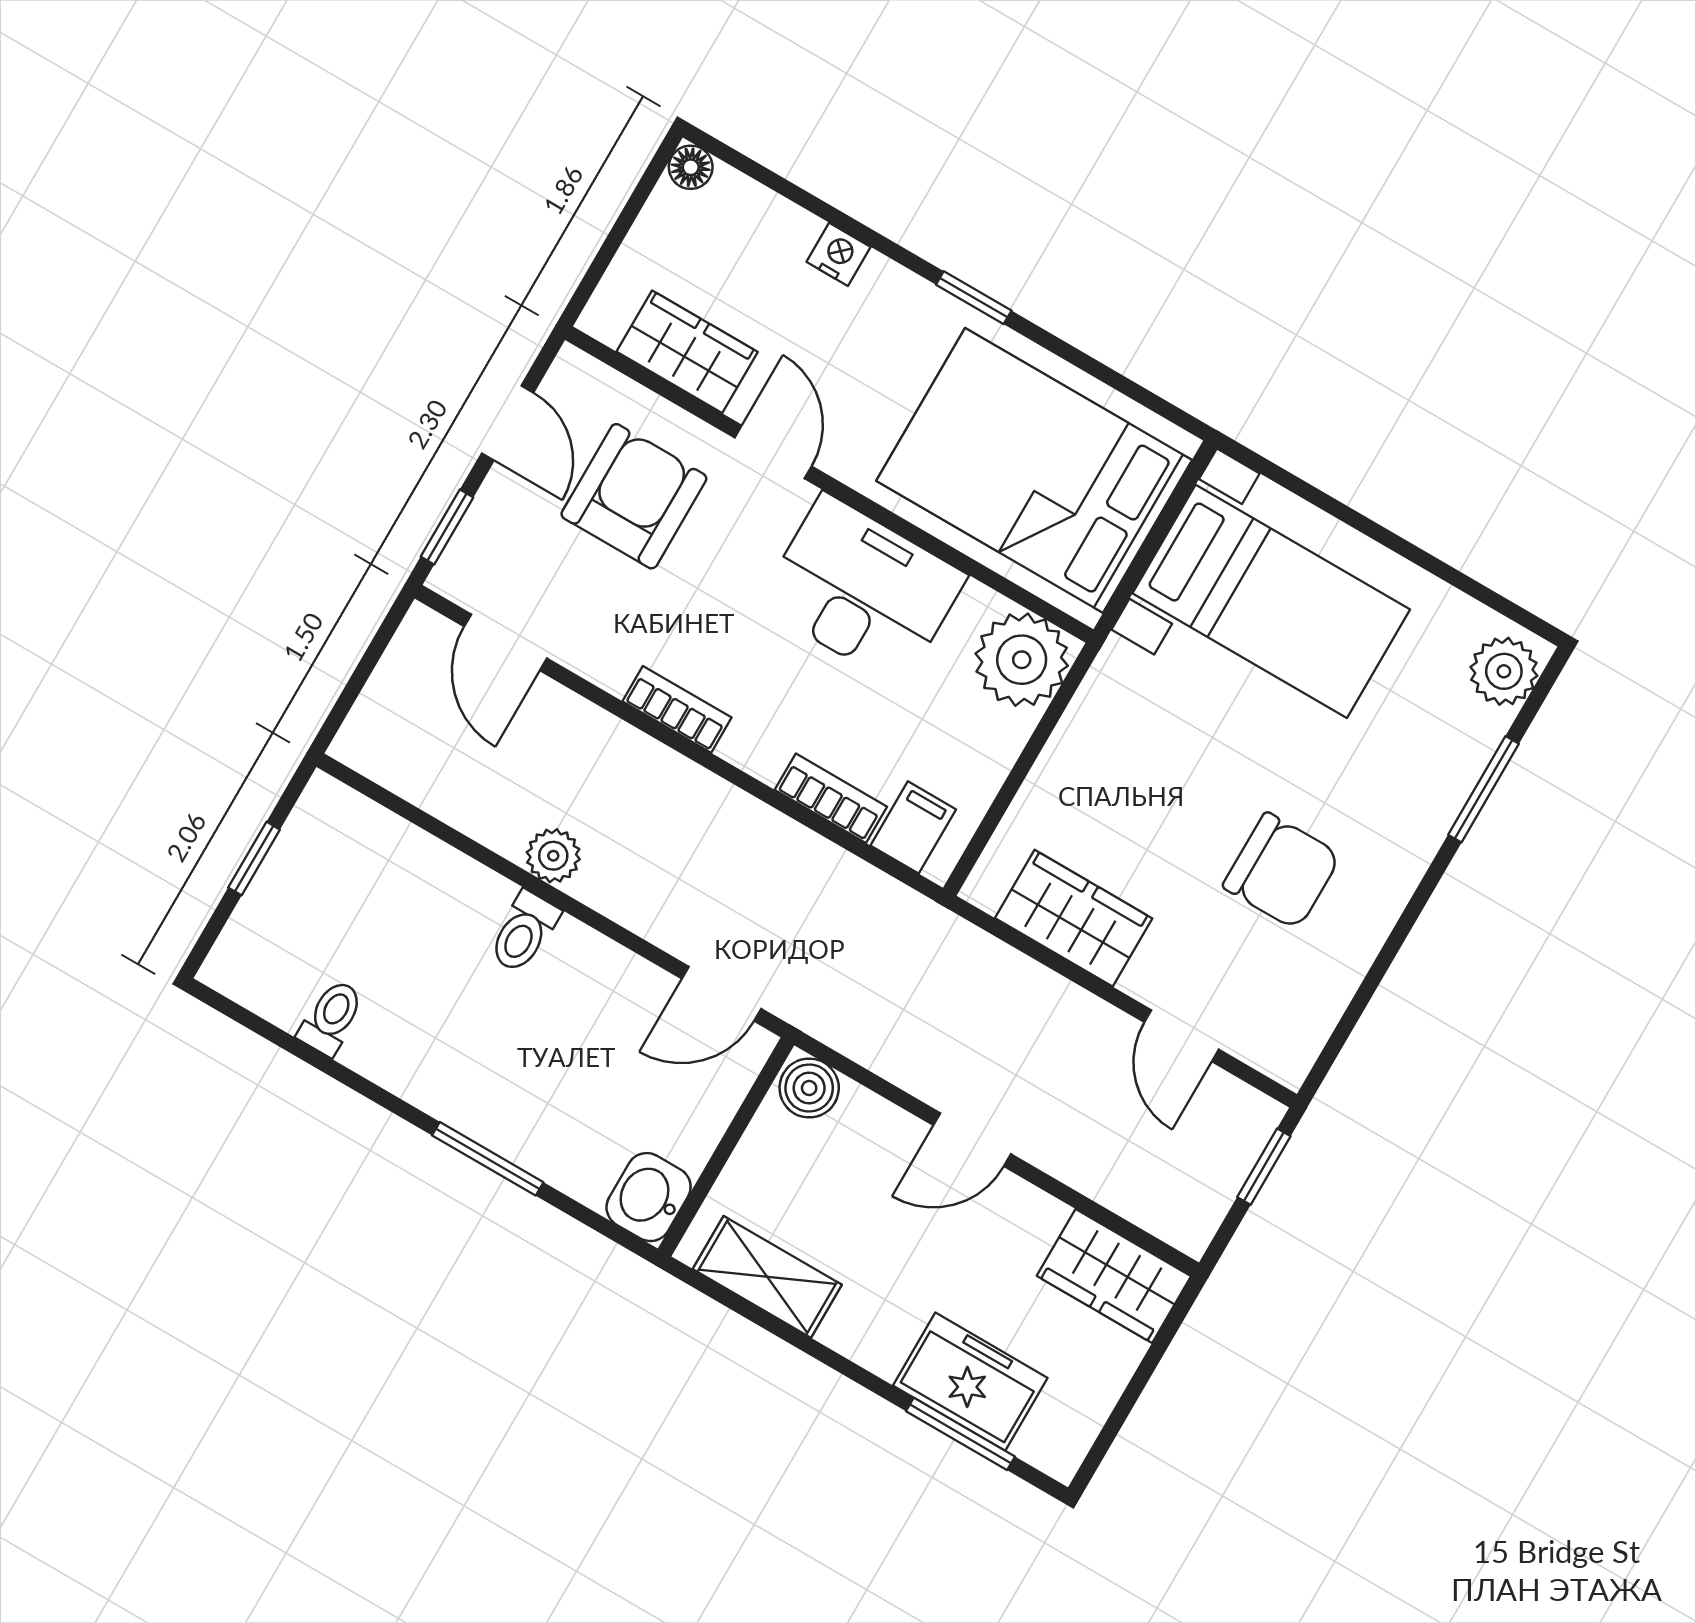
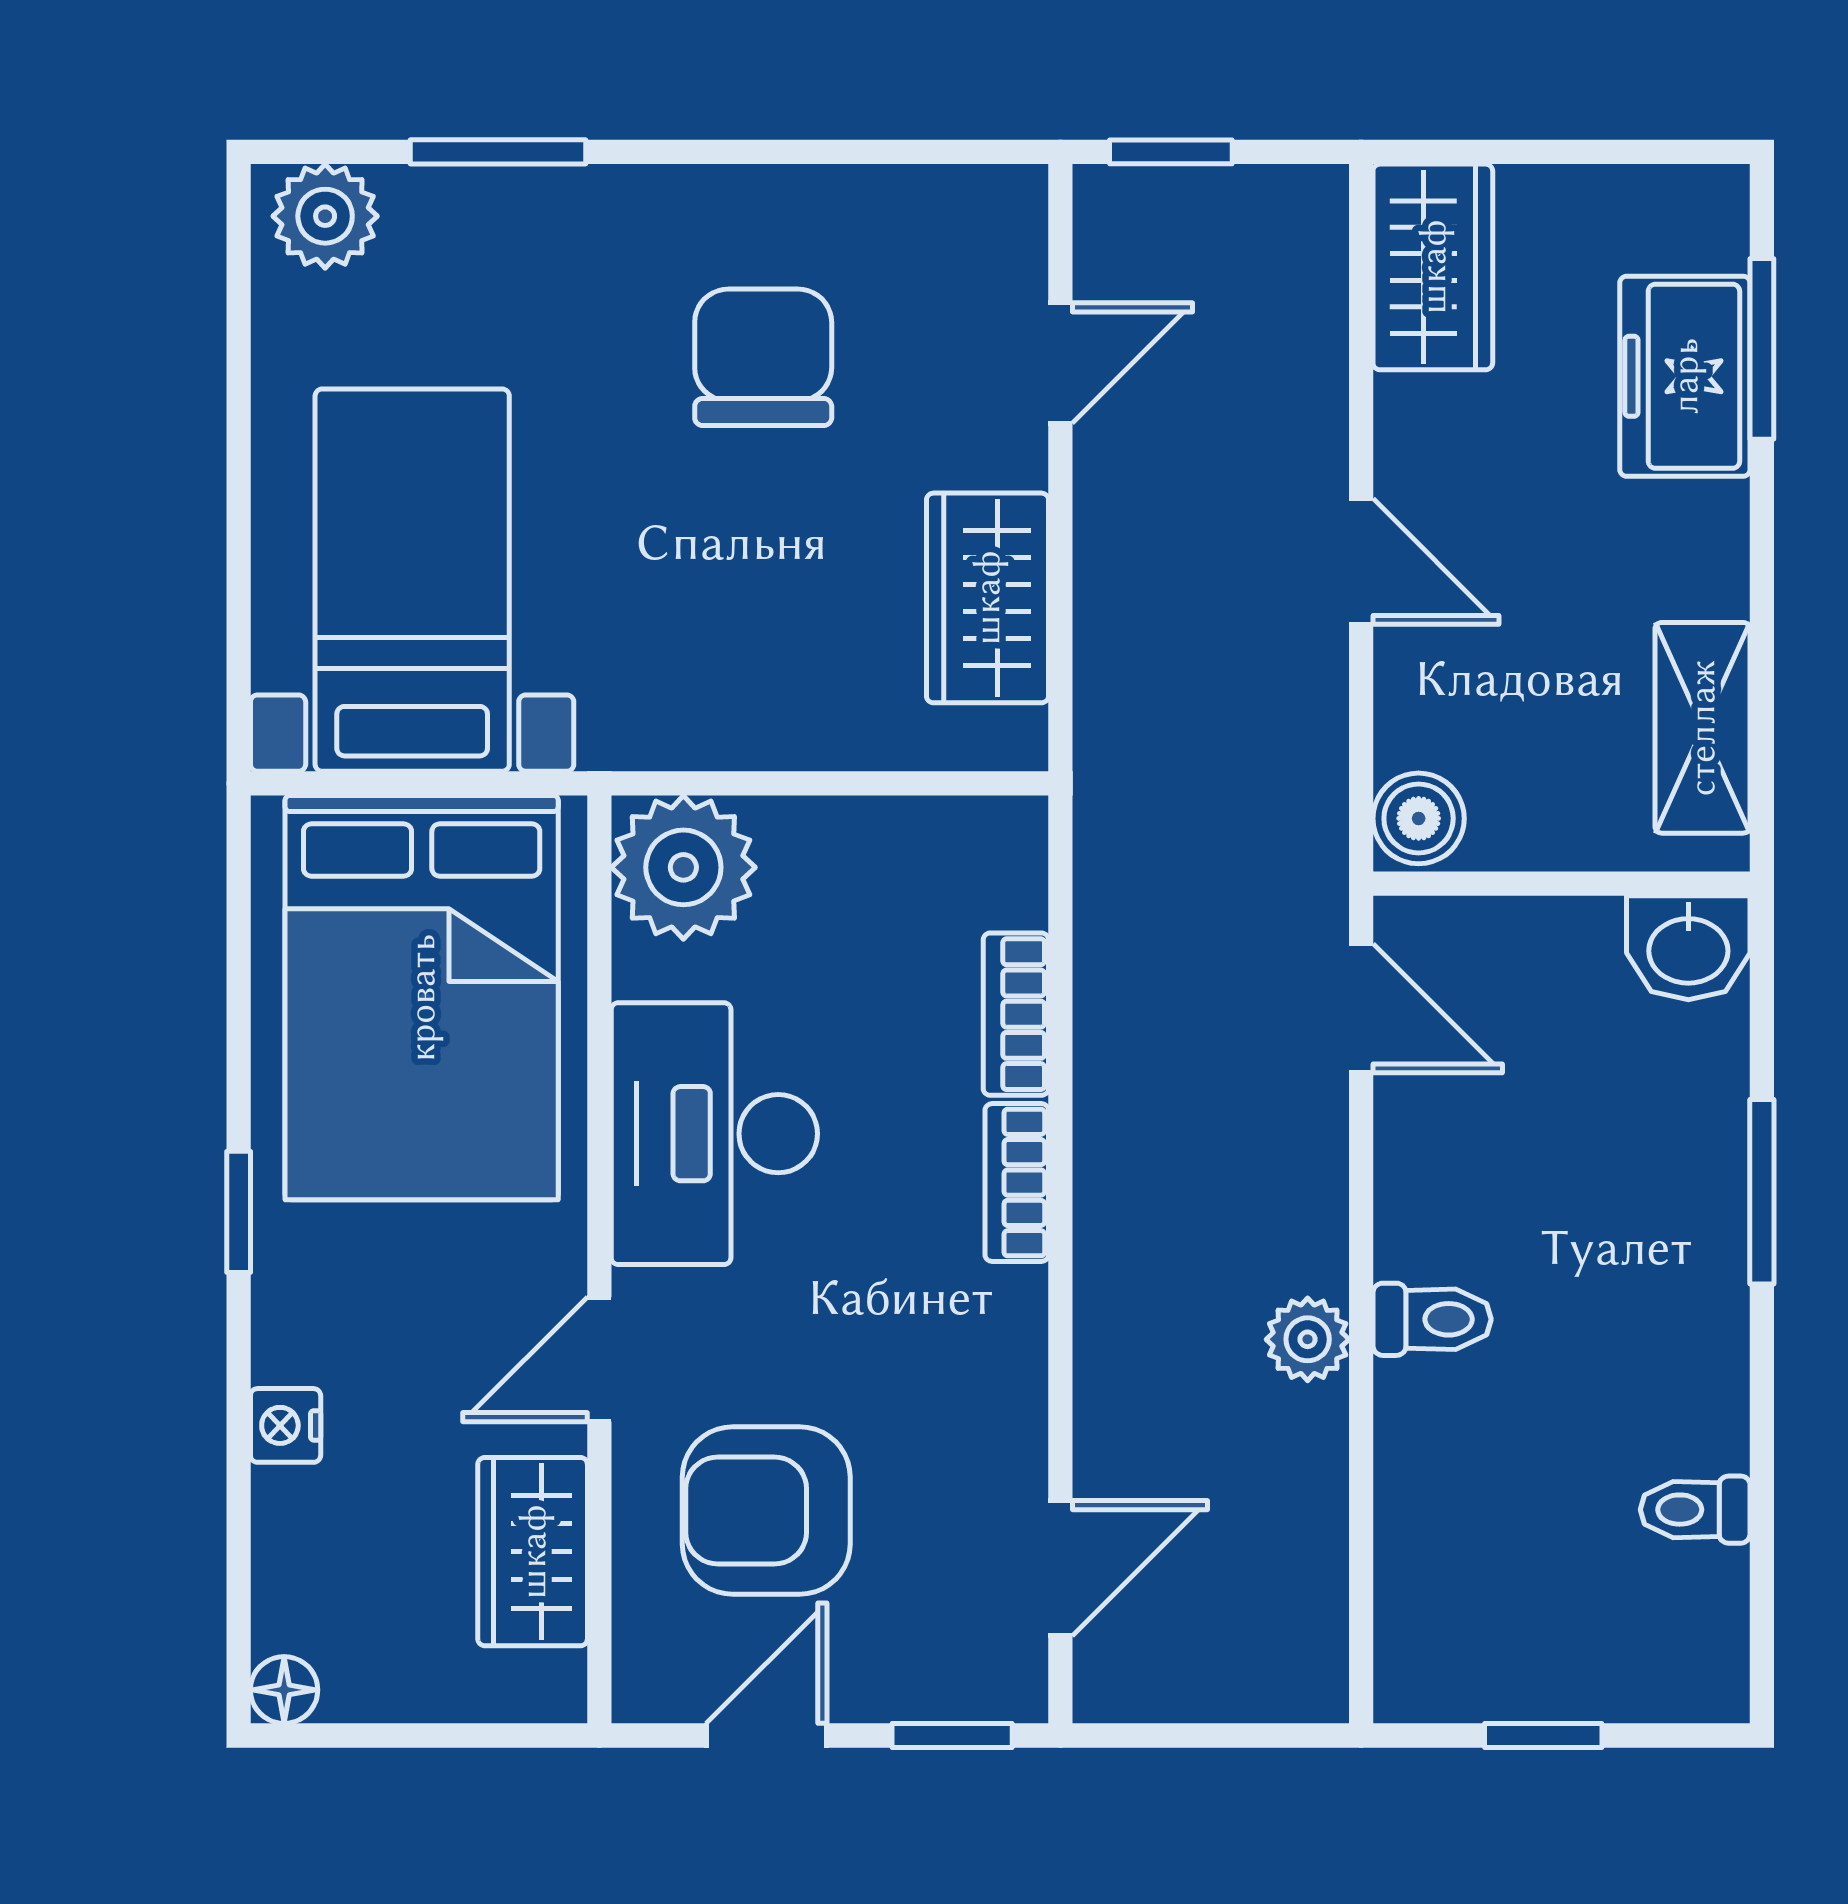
bookcase: (677, 709) -> (1017, 1183), moved
filing cabinet: (913, 827) -> (991, 882), removed

